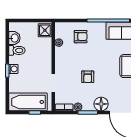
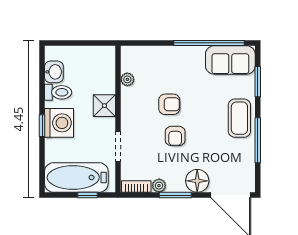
shower: (45, 30) -> (104, 106), moved
armchair: (81, 37) -> (169, 104), moved
washing machine: (13, 69) -> (59, 123), width x1.89, depth x1.89

